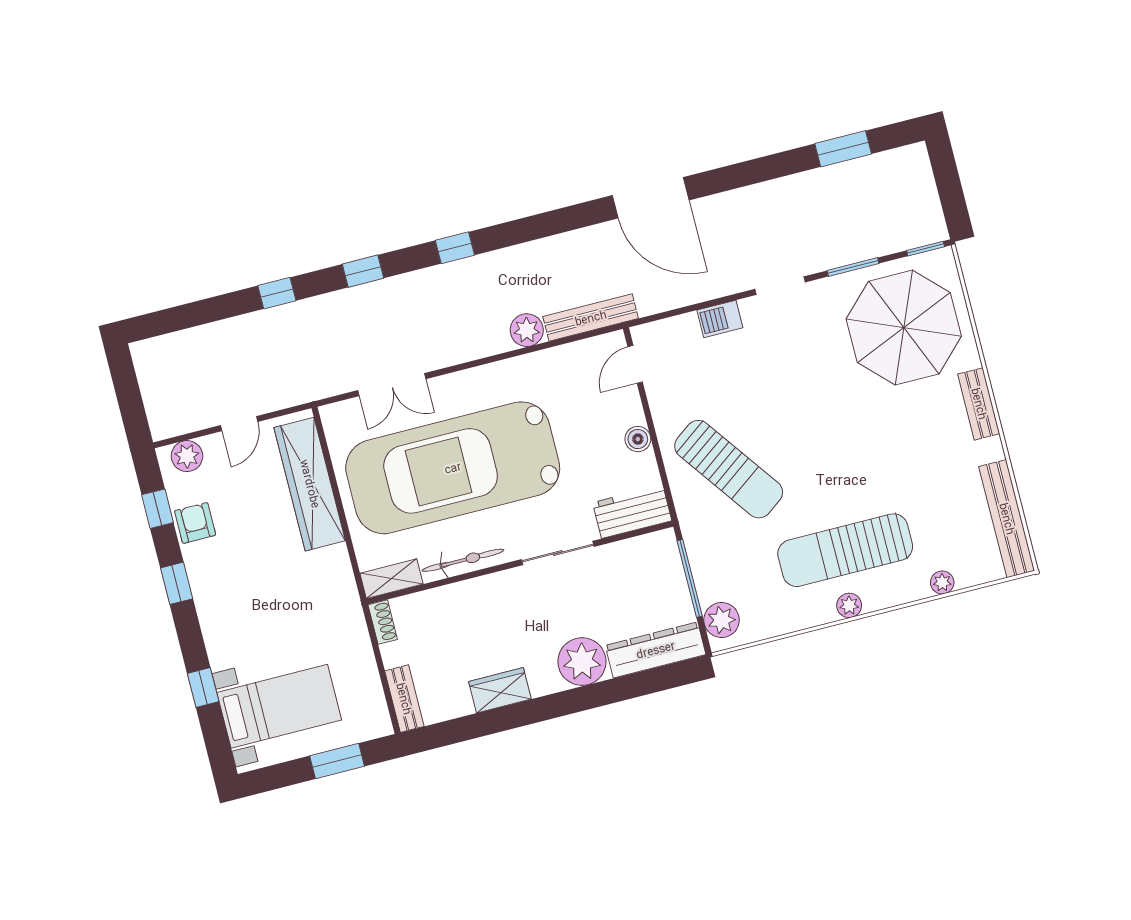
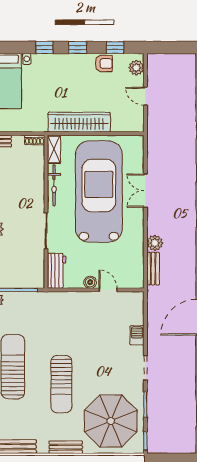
bench: (591, 318) -> (153, 269), width x0.73
door: (635, 364) -> (108, 290), moved
double door: (392, 385) -> (145, 191), moved
sun lounger: (729, 469) -> (61, 384), moved, turned -54
wardrobe: (310, 484) -> (79, 122), moved
window: (203, 687) -> (44, 47), moved

